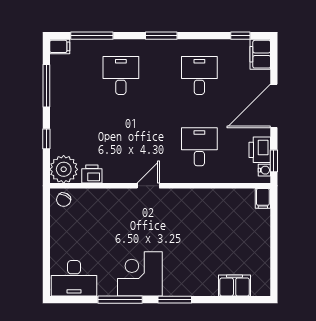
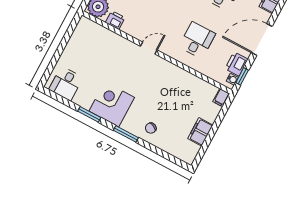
chair: (64, 200) -> (151, 128), moved
desk: (74, 278) -> (66, 84), width x0.73
filing cabinet: (235, 285) -> (200, 132), moved, turned -90
window: (120, 300) -> (89, 114), width x0.69

